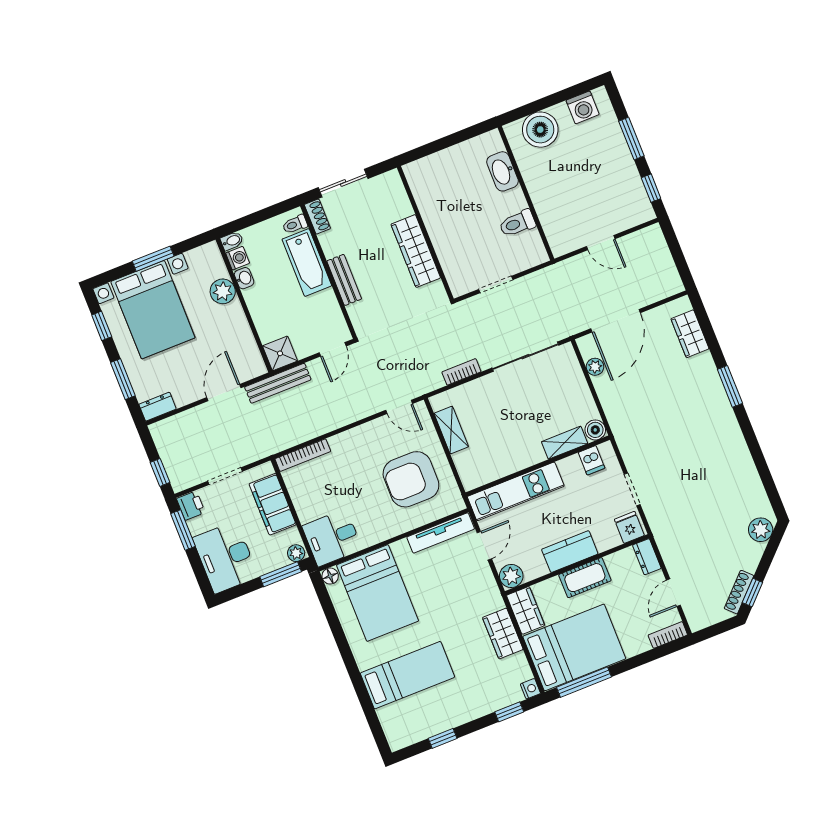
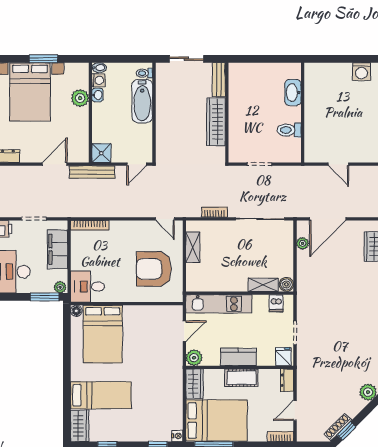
boiler: (540, 130) -> (328, 75), removed
shoe rack: (317, 217) -> (161, 74), removed
bench: (344, 280) -> (219, 80), moved
tv unit: (441, 533) -> (159, 311), removed
wardrobe: (503, 634) -> (80, 426), moved, turned 180

